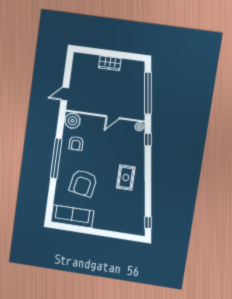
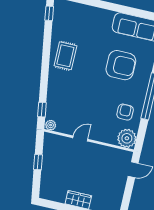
window: (148, 93) -> (38, 162), width x0.32
rug: (126, 178) -> (65, 56), moved
armchair: (83, 183) -> (121, 65), turned 80

